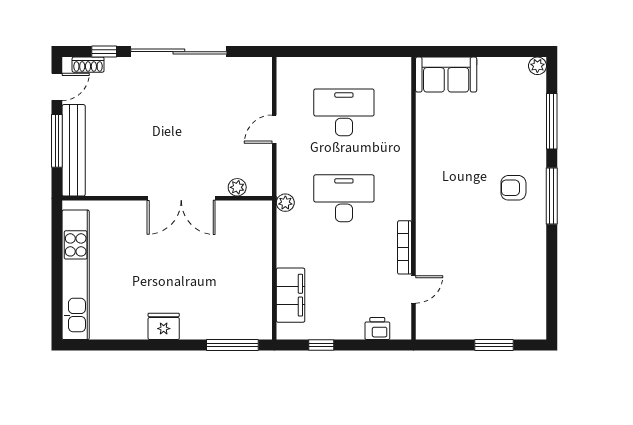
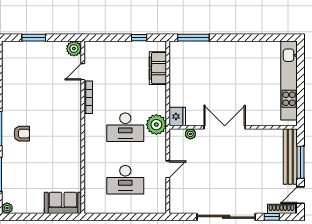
shoe rack: (88, 65) -> (281, 209), width x1.43
plant: (285, 203) -> (156, 125), width x1.88, depth x1.88
fridge: (164, 326) -> (177, 116), moved, turned -90
plant: (428, 327) -> (74, 49), added
printer: (377, 329) -> (105, 48), removed

